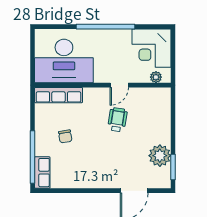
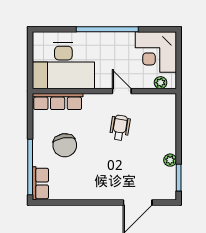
door: (119, 85) -> (122, 91), swing flipped
chair: (65, 136) -> (65, 145), width x1.87, depth x1.87
plant: (160, 156) -> (170, 160), width x0.53, depth x0.53

